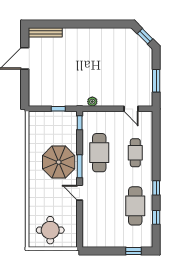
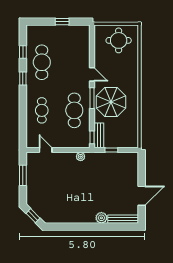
plant: (69, 34) -> (101, 218), added
bench: (72, 125) -> (99, 135), added
window: (134, 251) -> (62, 22), moved

